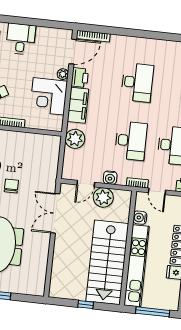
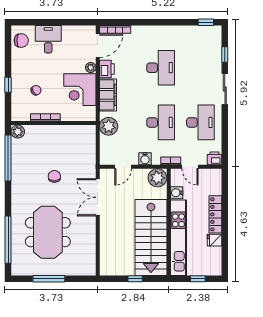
plant: (103, 197) -> (157, 178), moved
window: (153, 312) -> (198, 279), width x0.46

